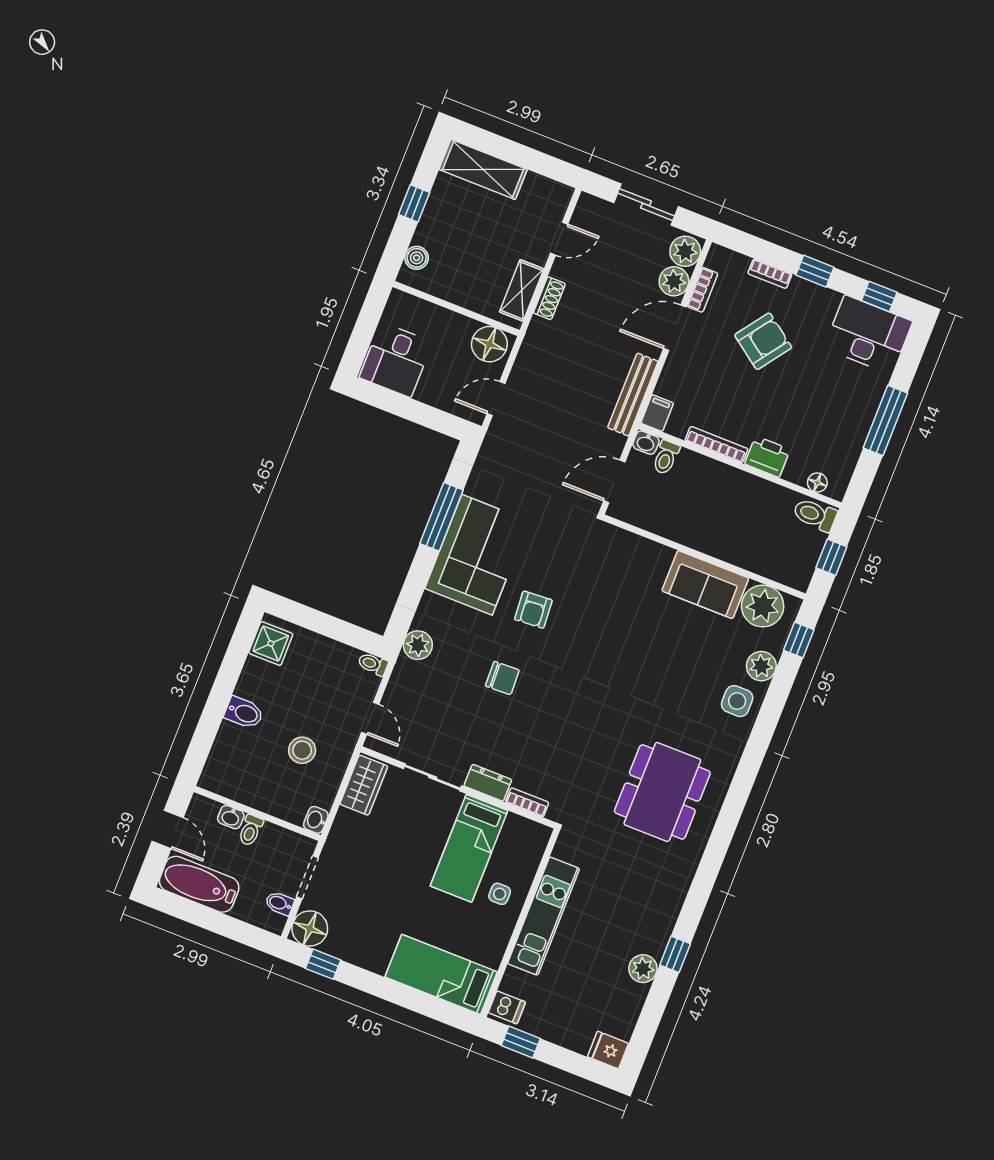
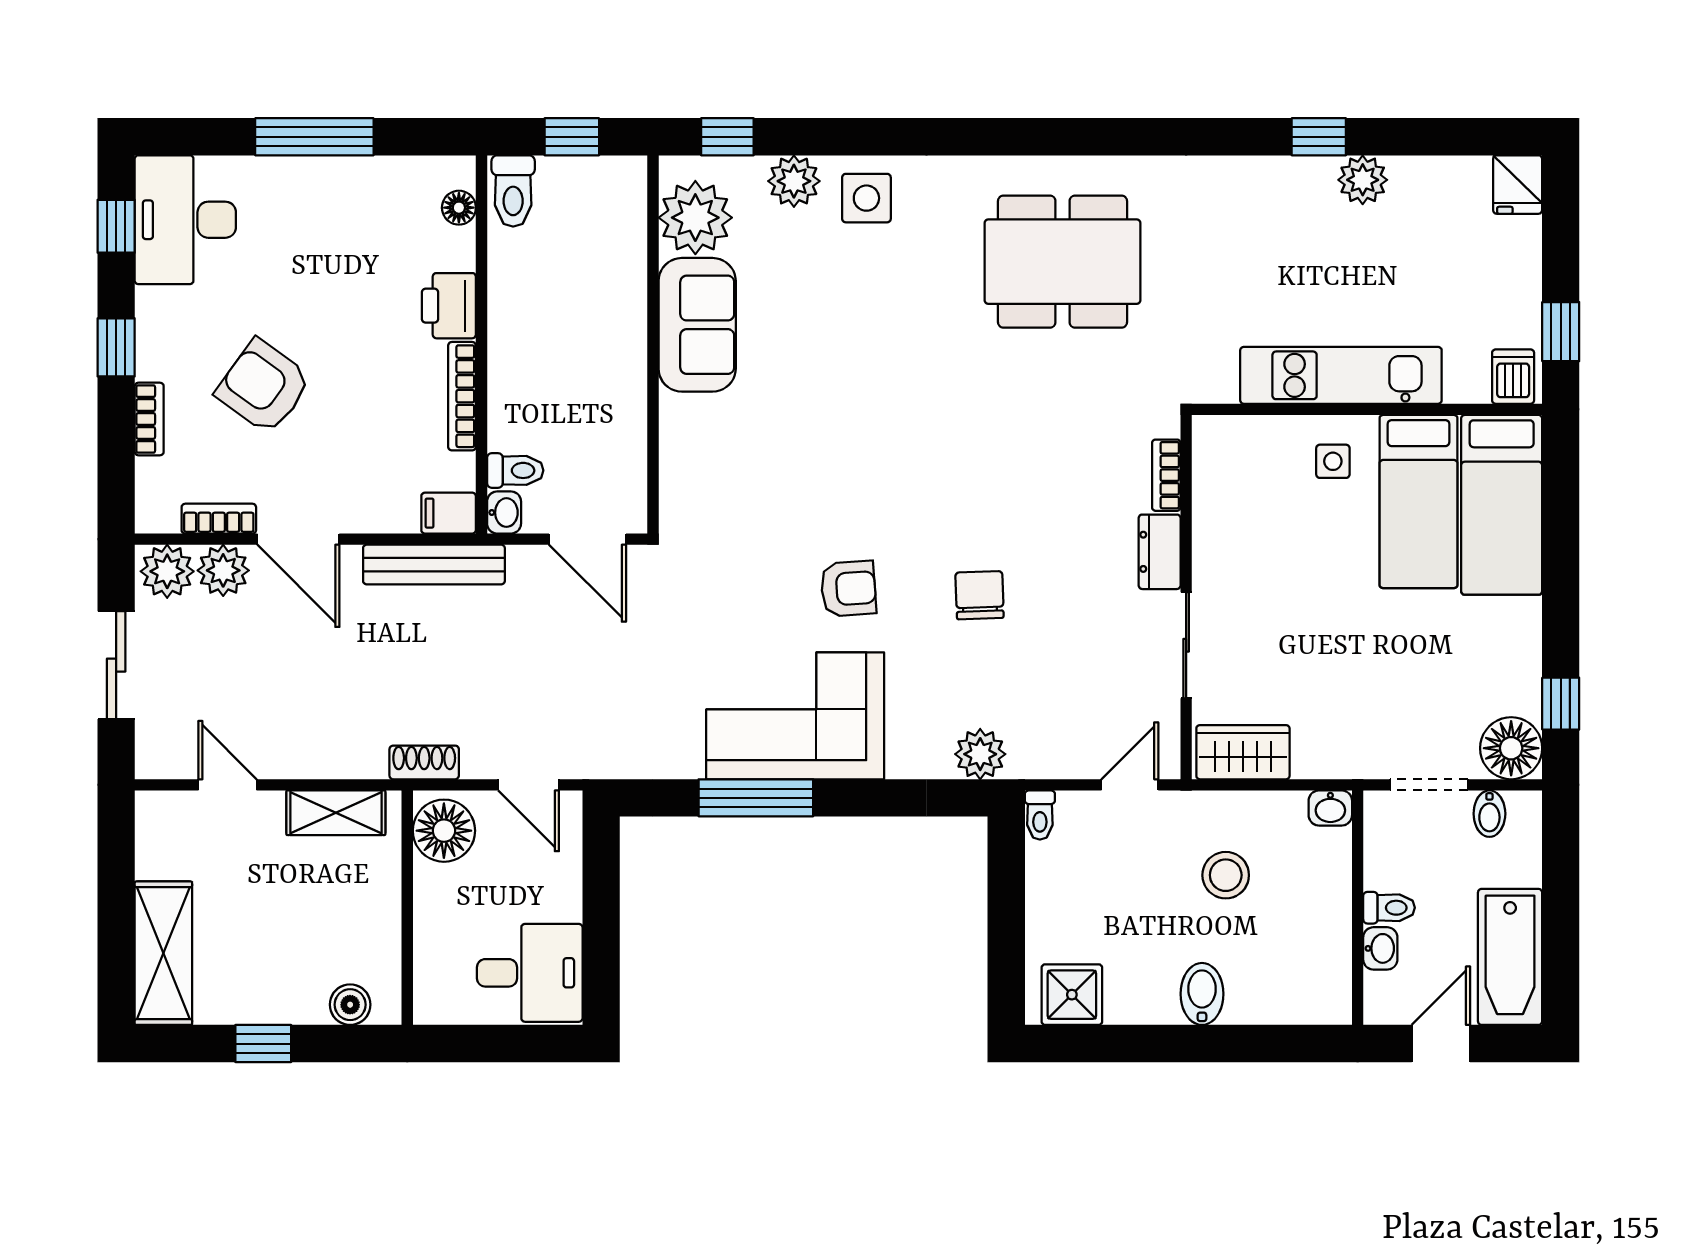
shoe rack: (549, 298) -> (424, 762), moved
bed: (469, 848) -> (1419, 502), moved, turned 90

